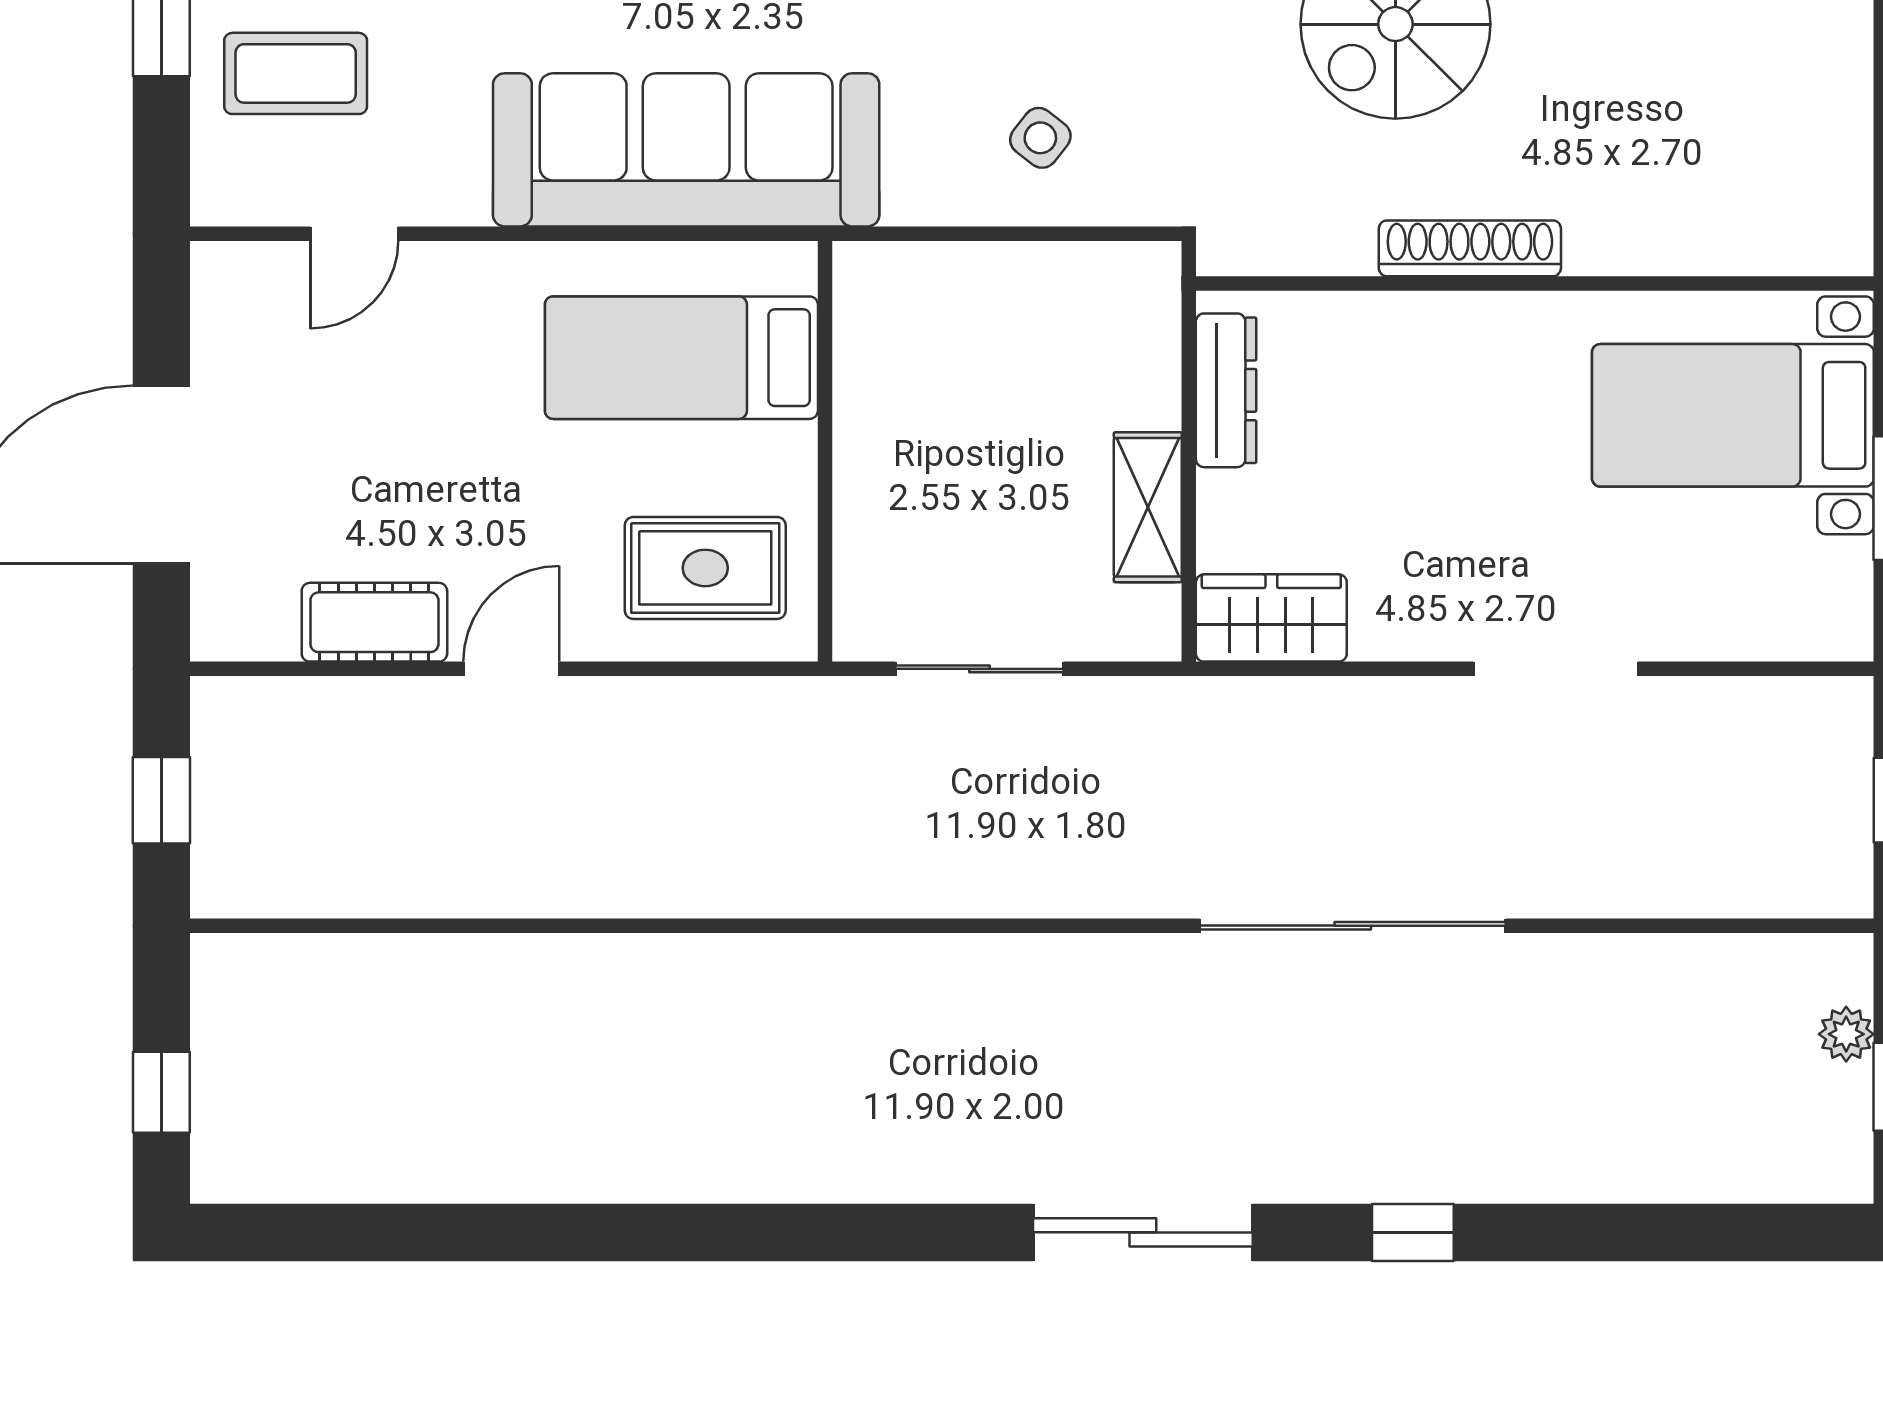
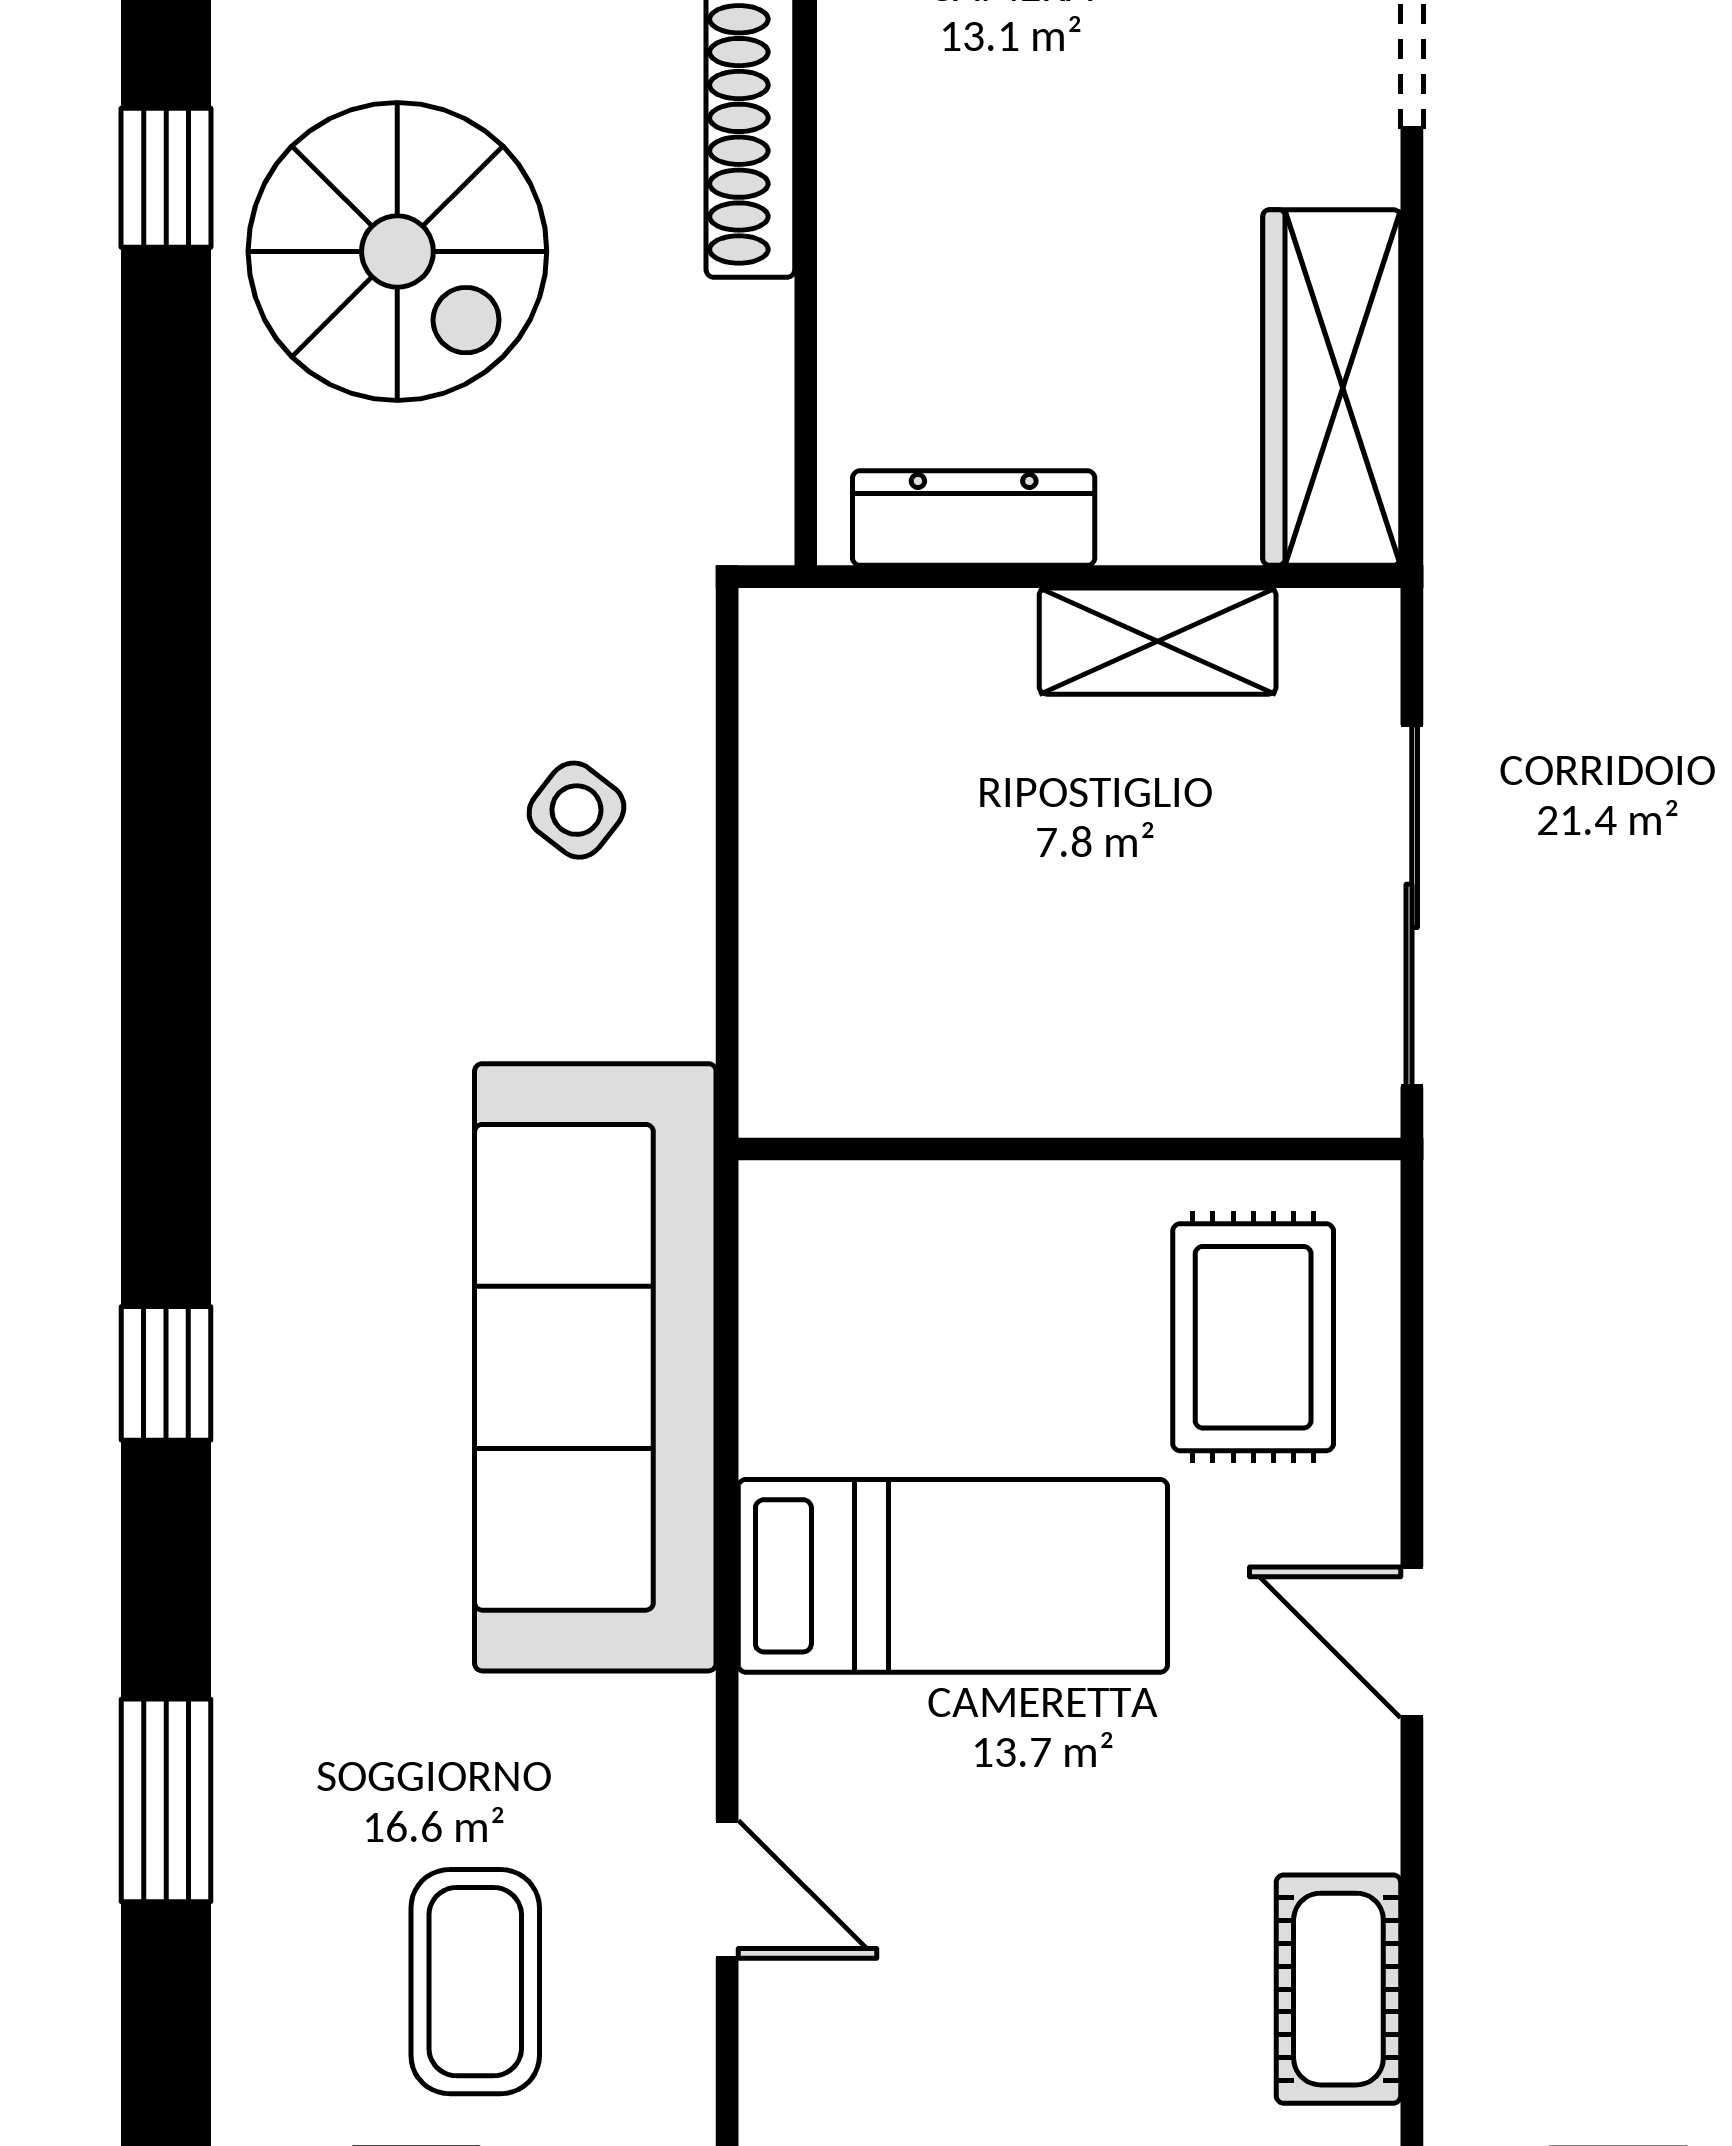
bed: (681, 358) -> (953, 1576), moved, turned -90
wardrobe: (1271, 618) -> (1332, 387), width x1.50
cot: (374, 622) -> (1338, 1989), moved
sliding door: (979, 669) -> (1412, 906), width x1.37

